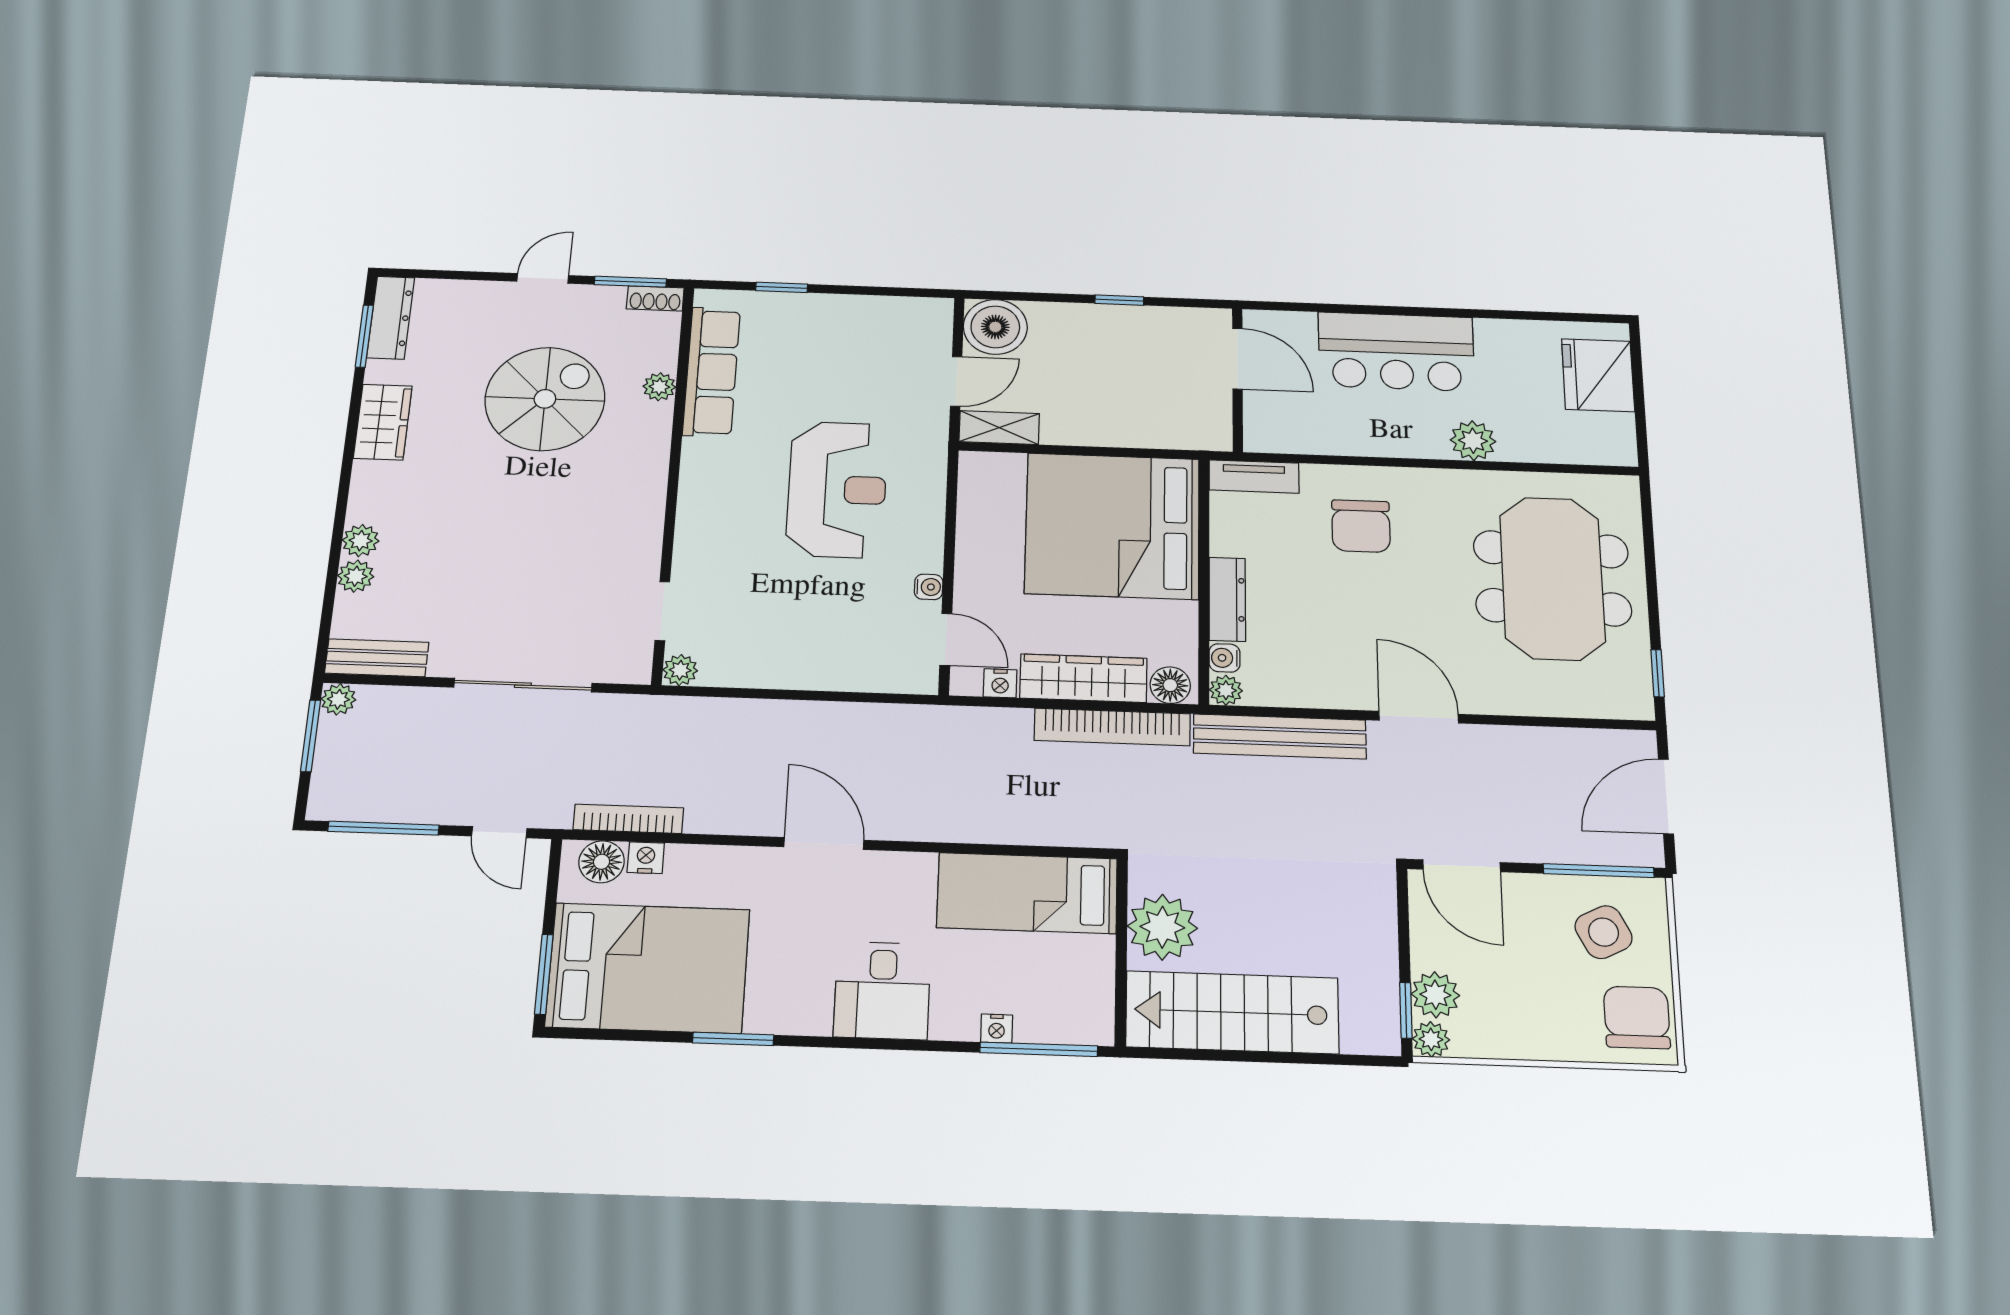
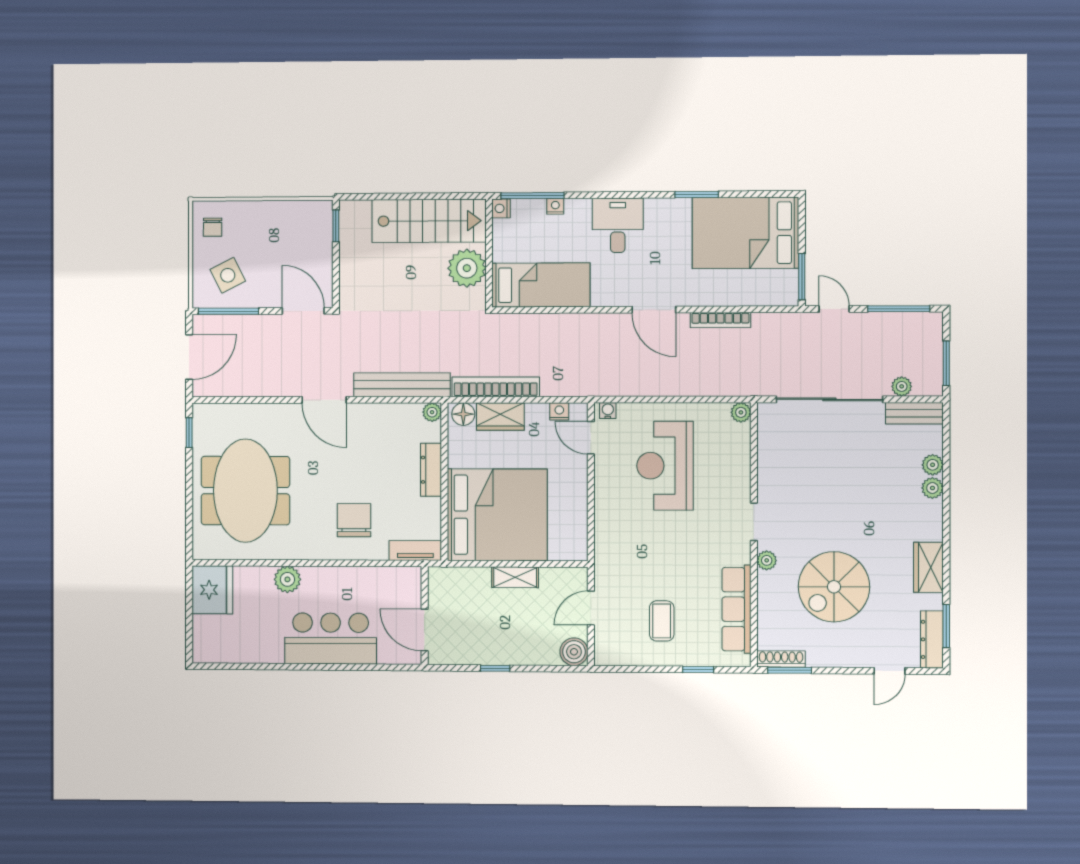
door: (543, 278) -> (890, 671), moved
shoe rack: (655, 298) -> (781, 659), width x1.43
boiler: (995, 327) -> (574, 652), width x0.73, depth x0.73
coffee table: (838, 359) -> (662, 621), added
fridge: (1598, 375) -> (212, 590), moved
plant: (659, 387) -> (767, 560), moved
shelving: (999, 428) -> (515, 577), moved
reception desk: (837, 489) -> (665, 466), moved
water cooler: (929, 587) -> (608, 411), moved, turned 90
doorway: (662, 611) -> (754, 522), moved
water cooler: (1225, 658) -> (433, 432), removed
wardrobe: (1083, 678) -> (500, 416), width x0.67
sliding door: (523, 685) -> (829, 399), width x1.36
plant: (338, 699) -> (902, 386), moved
bookcase: (628, 819) -> (720, 320), moved
nightstand: (646, 858) -> (501, 208), moved, turned 90
floor lamp: (602, 862) -> (776, 294), removed
window: (544, 974) -> (802, 277), moved
plant: (1435, 995) -> (320, 235), removed
chair: (1637, 1017) -> (213, 227), width x0.54, depth x0.54
plant: (1431, 1039) -> (323, 210), removed

